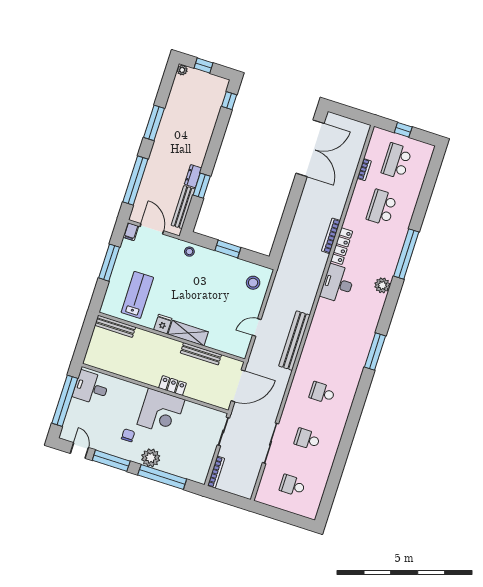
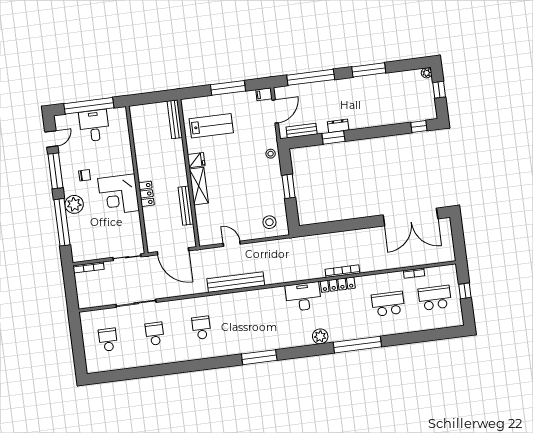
bench: (183, 207) -> (302, 131), width x0.73
desk: (91, 388) -> (94, 126), moved

